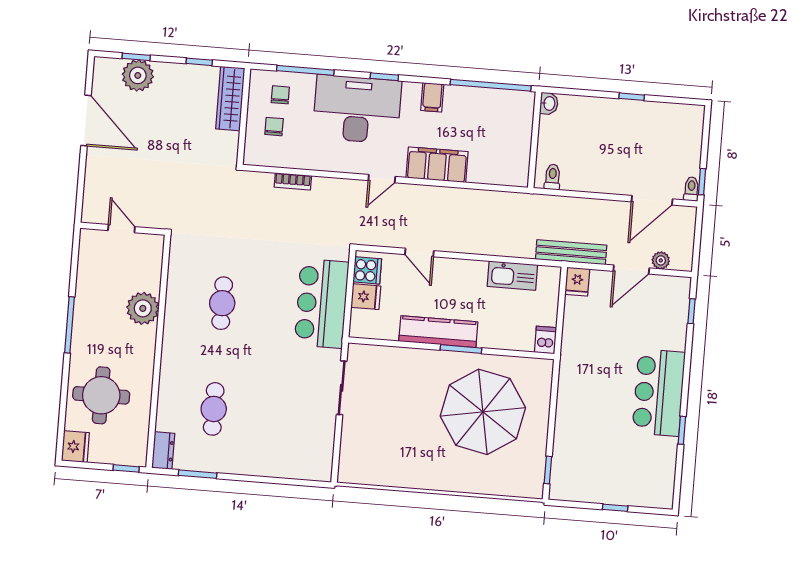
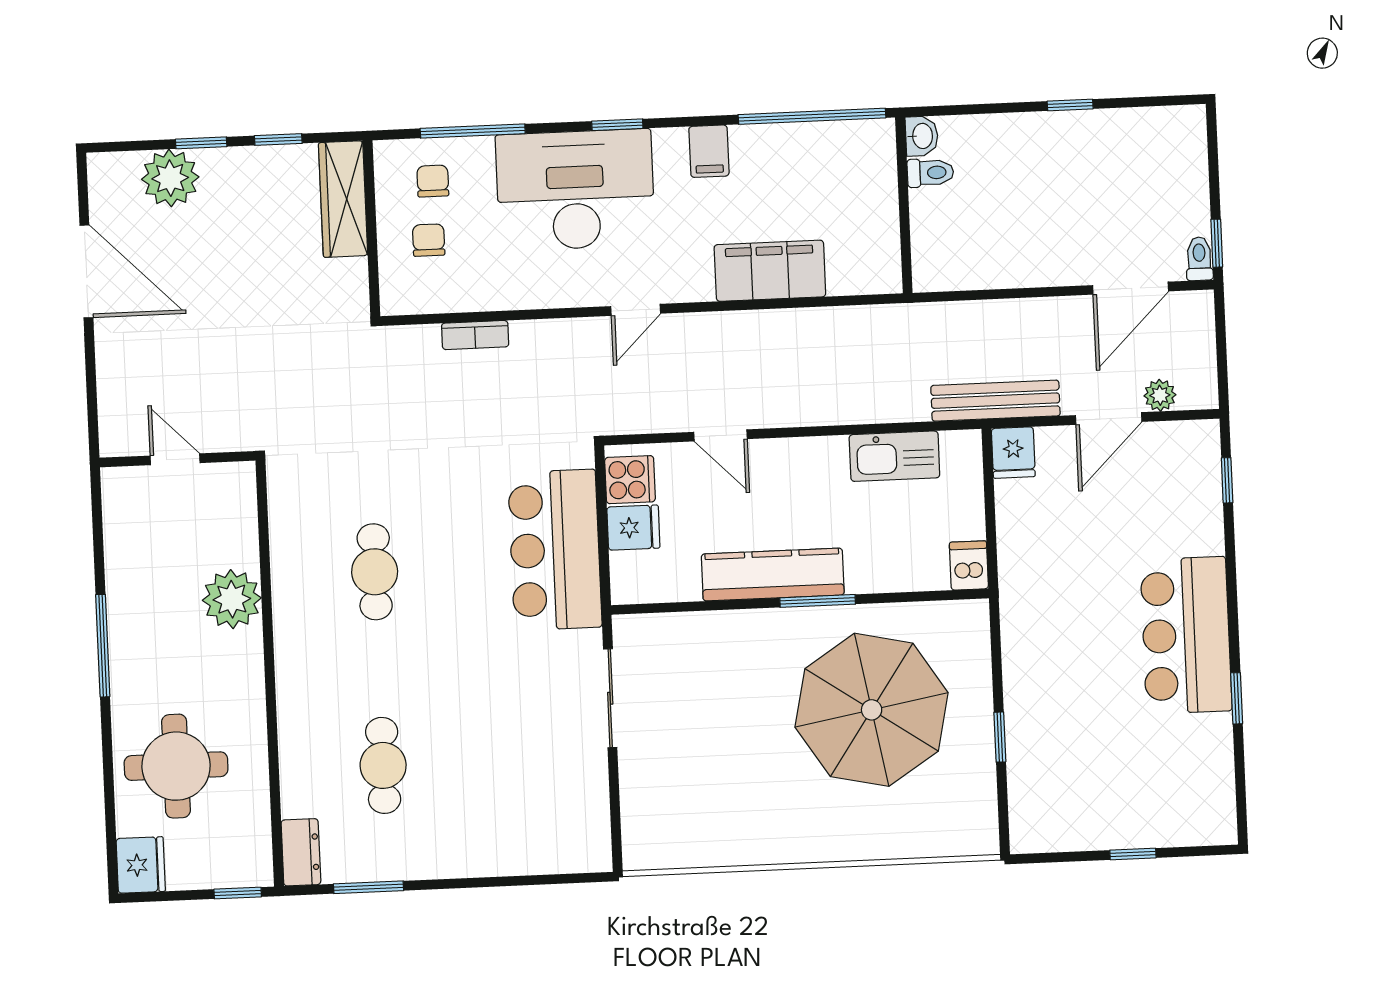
window: (136, 57) -> (201, 143), moved
filing cabinet: (437, 165) -> (770, 271), moved
toilet: (553, 177) -> (930, 173), moved, turned 90
window: (548, 470) -> (1000, 737), moved

